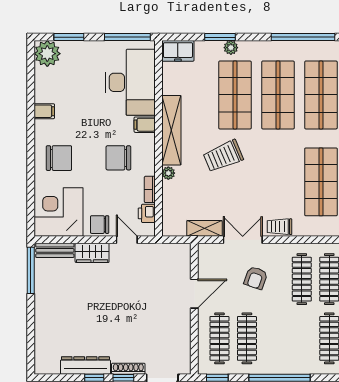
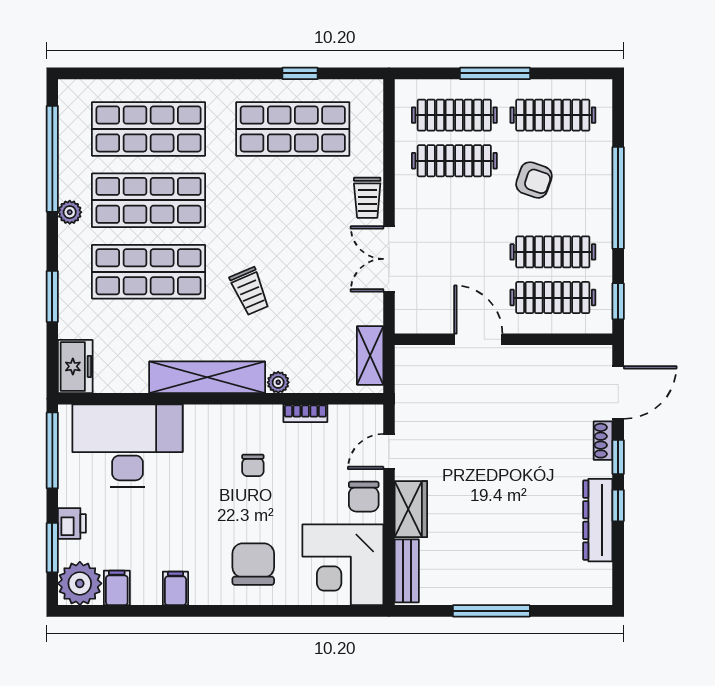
plant: (231, 48) -> (70, 212), moved
filing cabinet: (145, 125) -> (117, 588), moved, turned 180
trolley: (223, 156) -> (250, 291), width x0.73, depth x0.72
chair: (118, 158) -> (253, 465), width x0.54, depth x0.54
printer: (147, 213) -> (72, 523), moved, turned -90
shelving: (204, 228) -> (370, 355), moved
window: (31, 270) -> (491, 611), moved
armchair: (256, 278) -> (534, 180), moved
shoe rack: (128, 369) -> (603, 441), width x0.70

